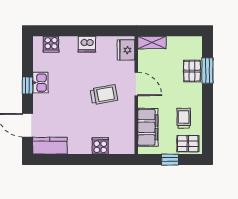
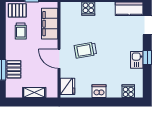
shelving: (152, 42) -> (34, 92), moved

